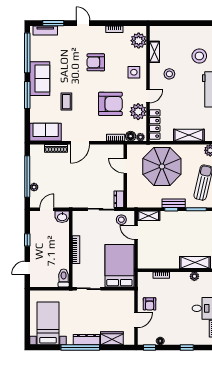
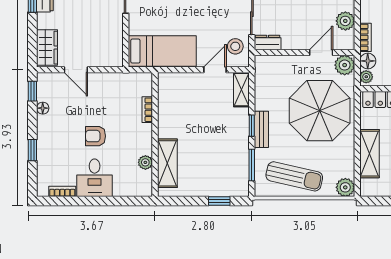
plant: (105, 150) -> (345, 21), added
plant: (133, 151) -> (345, 65), added
bed: (119, 266) -> (162, 51), width x0.67
armchair: (150, 304) -> (96, 136), moved
wardrobe: (112, 338) -> (47, 48), moved

